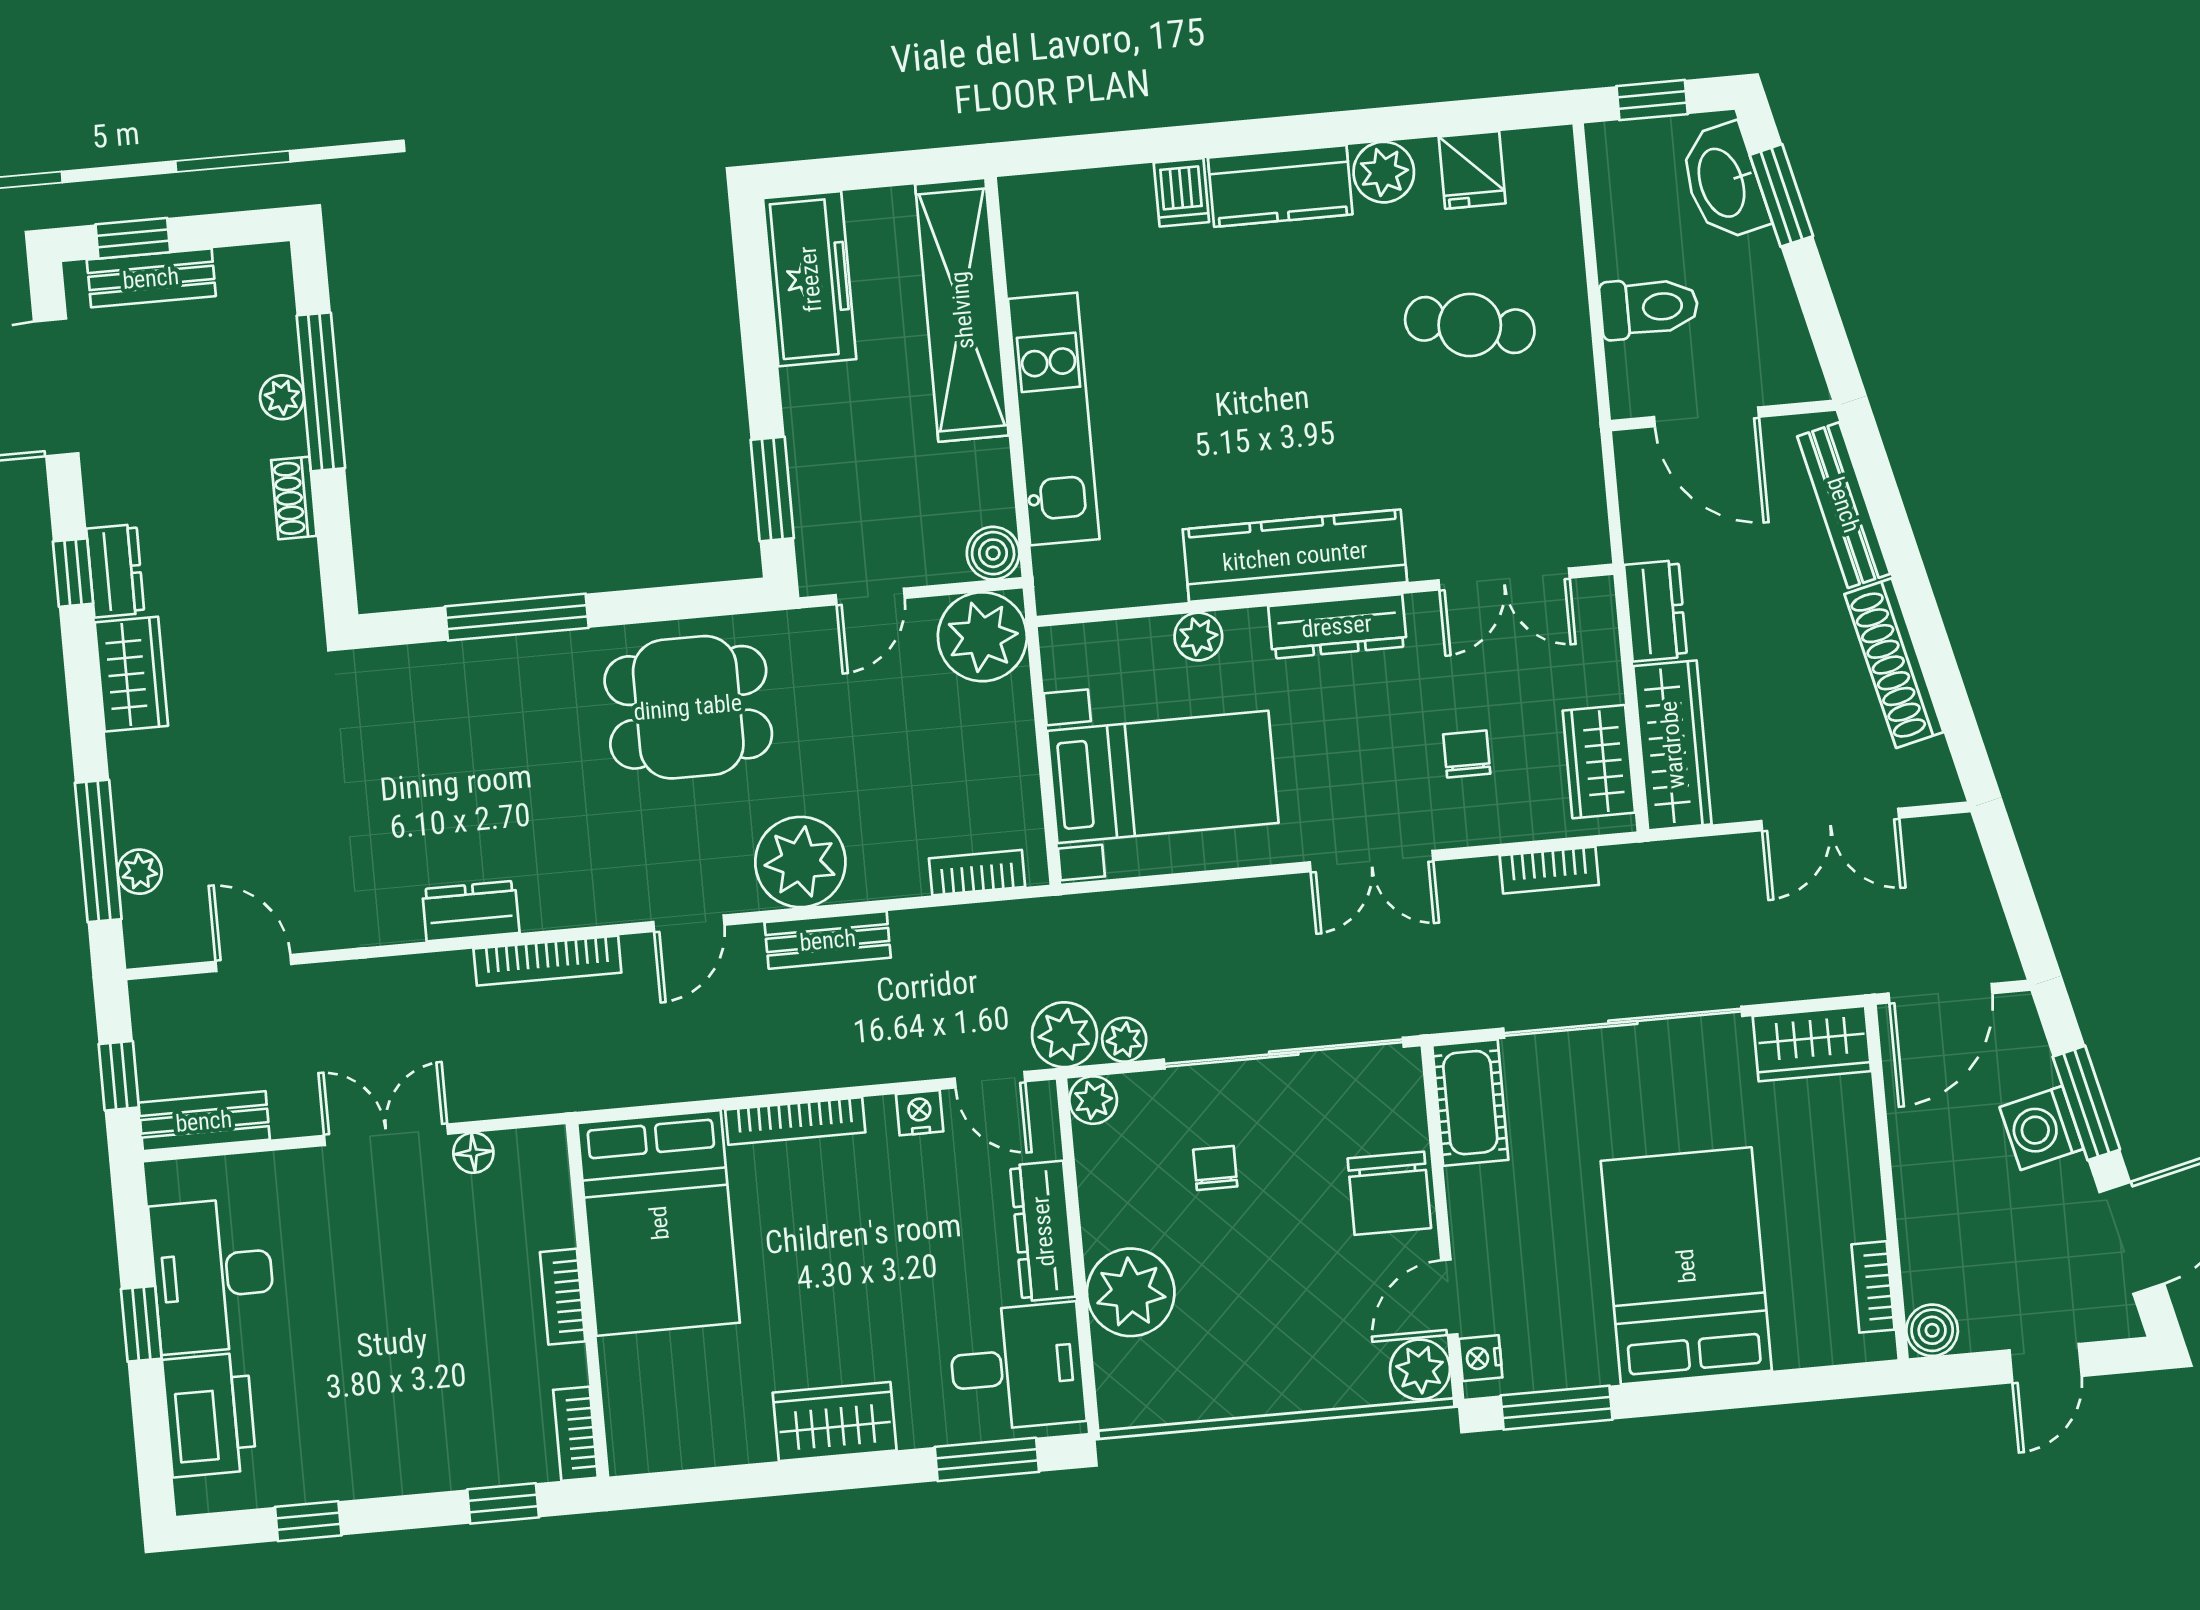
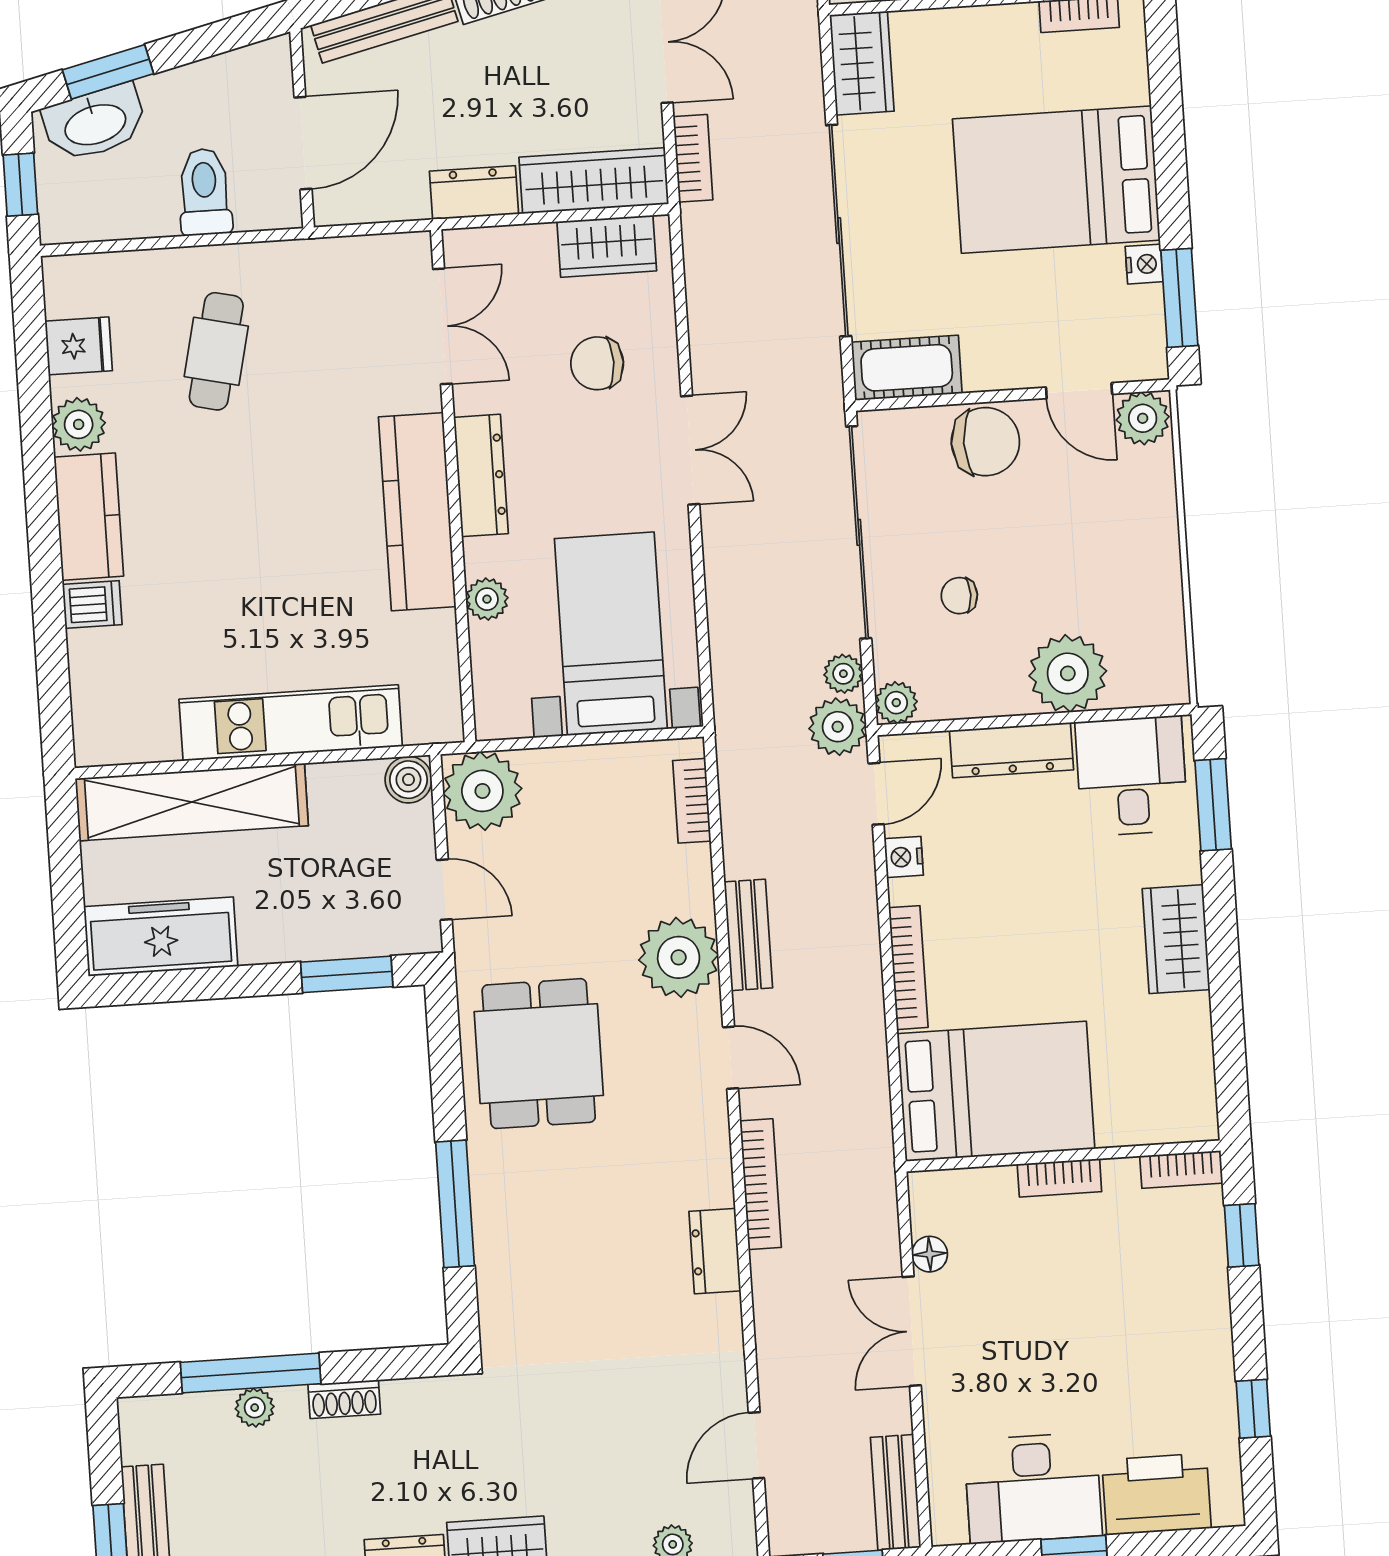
chair: (1467, 754) -> (597, 363), width x1.37, depth x1.37
bookcase: (1549, 870) -> (693, 158), moved
nightstand: (1481, 1358) -> (1144, 264), moved, turned -90

